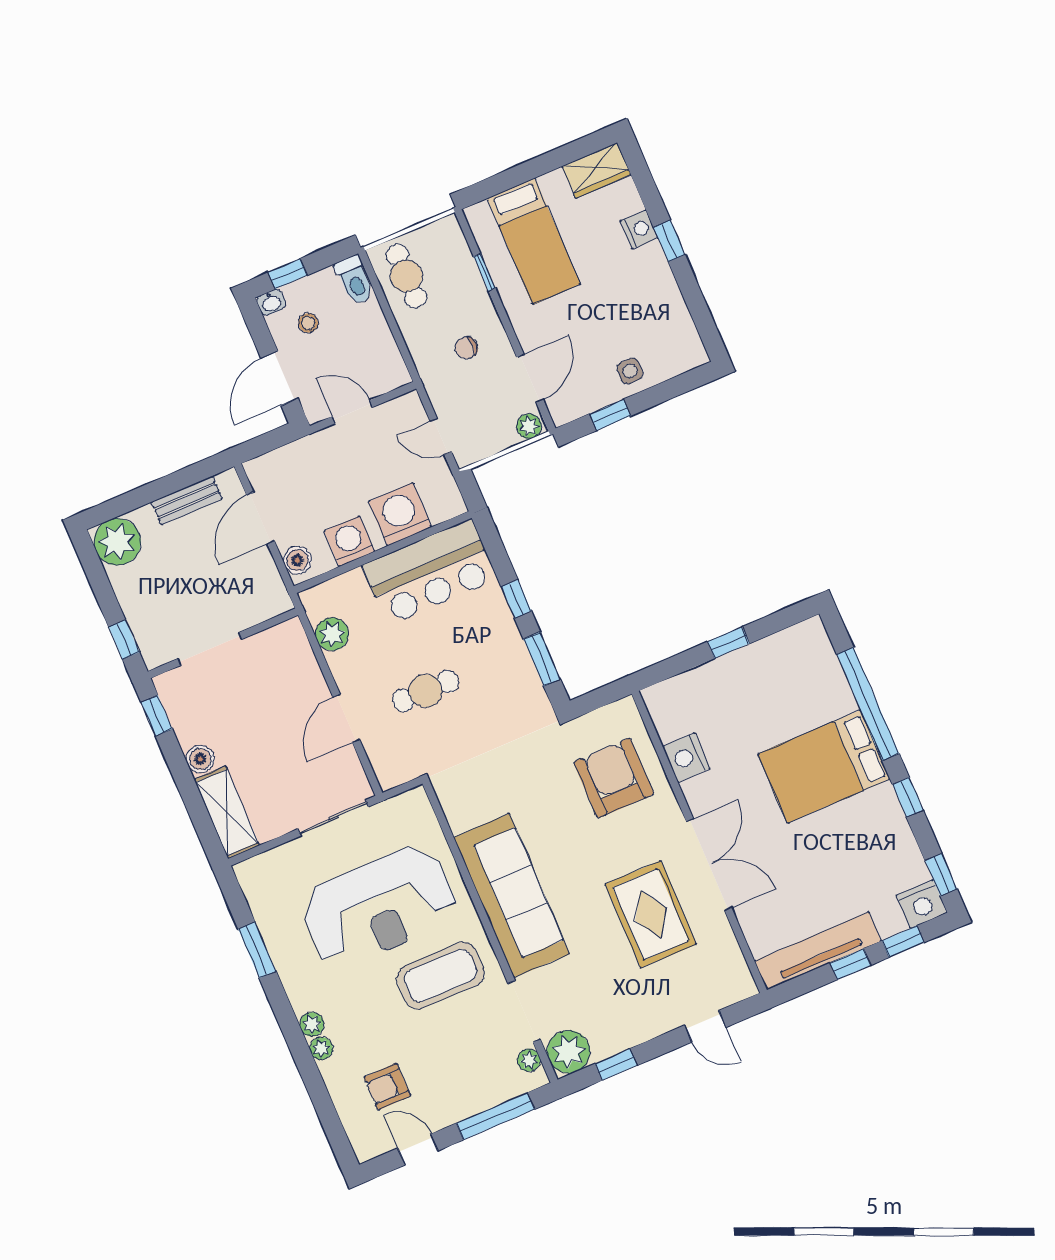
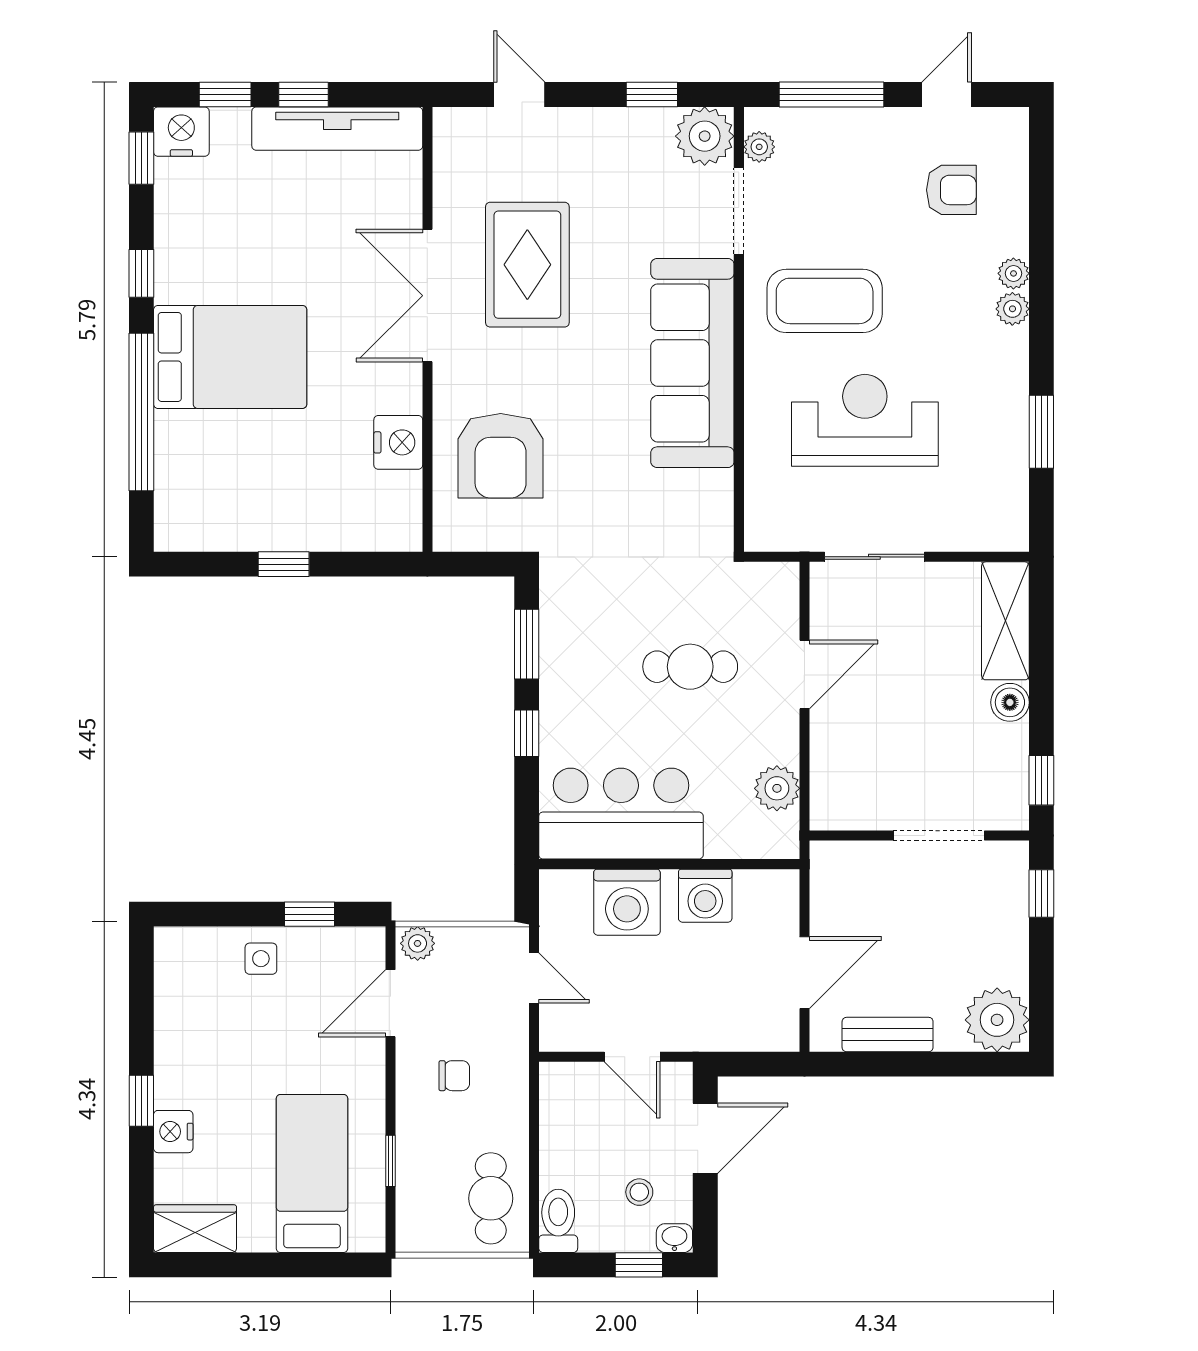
boiler: (297, 560) -> (781, 900), removed
reception desk: (379, 907) -> (865, 420), width x0.74, depth x0.77
door: (418, 1149) -> (947, 95), swing flipped

